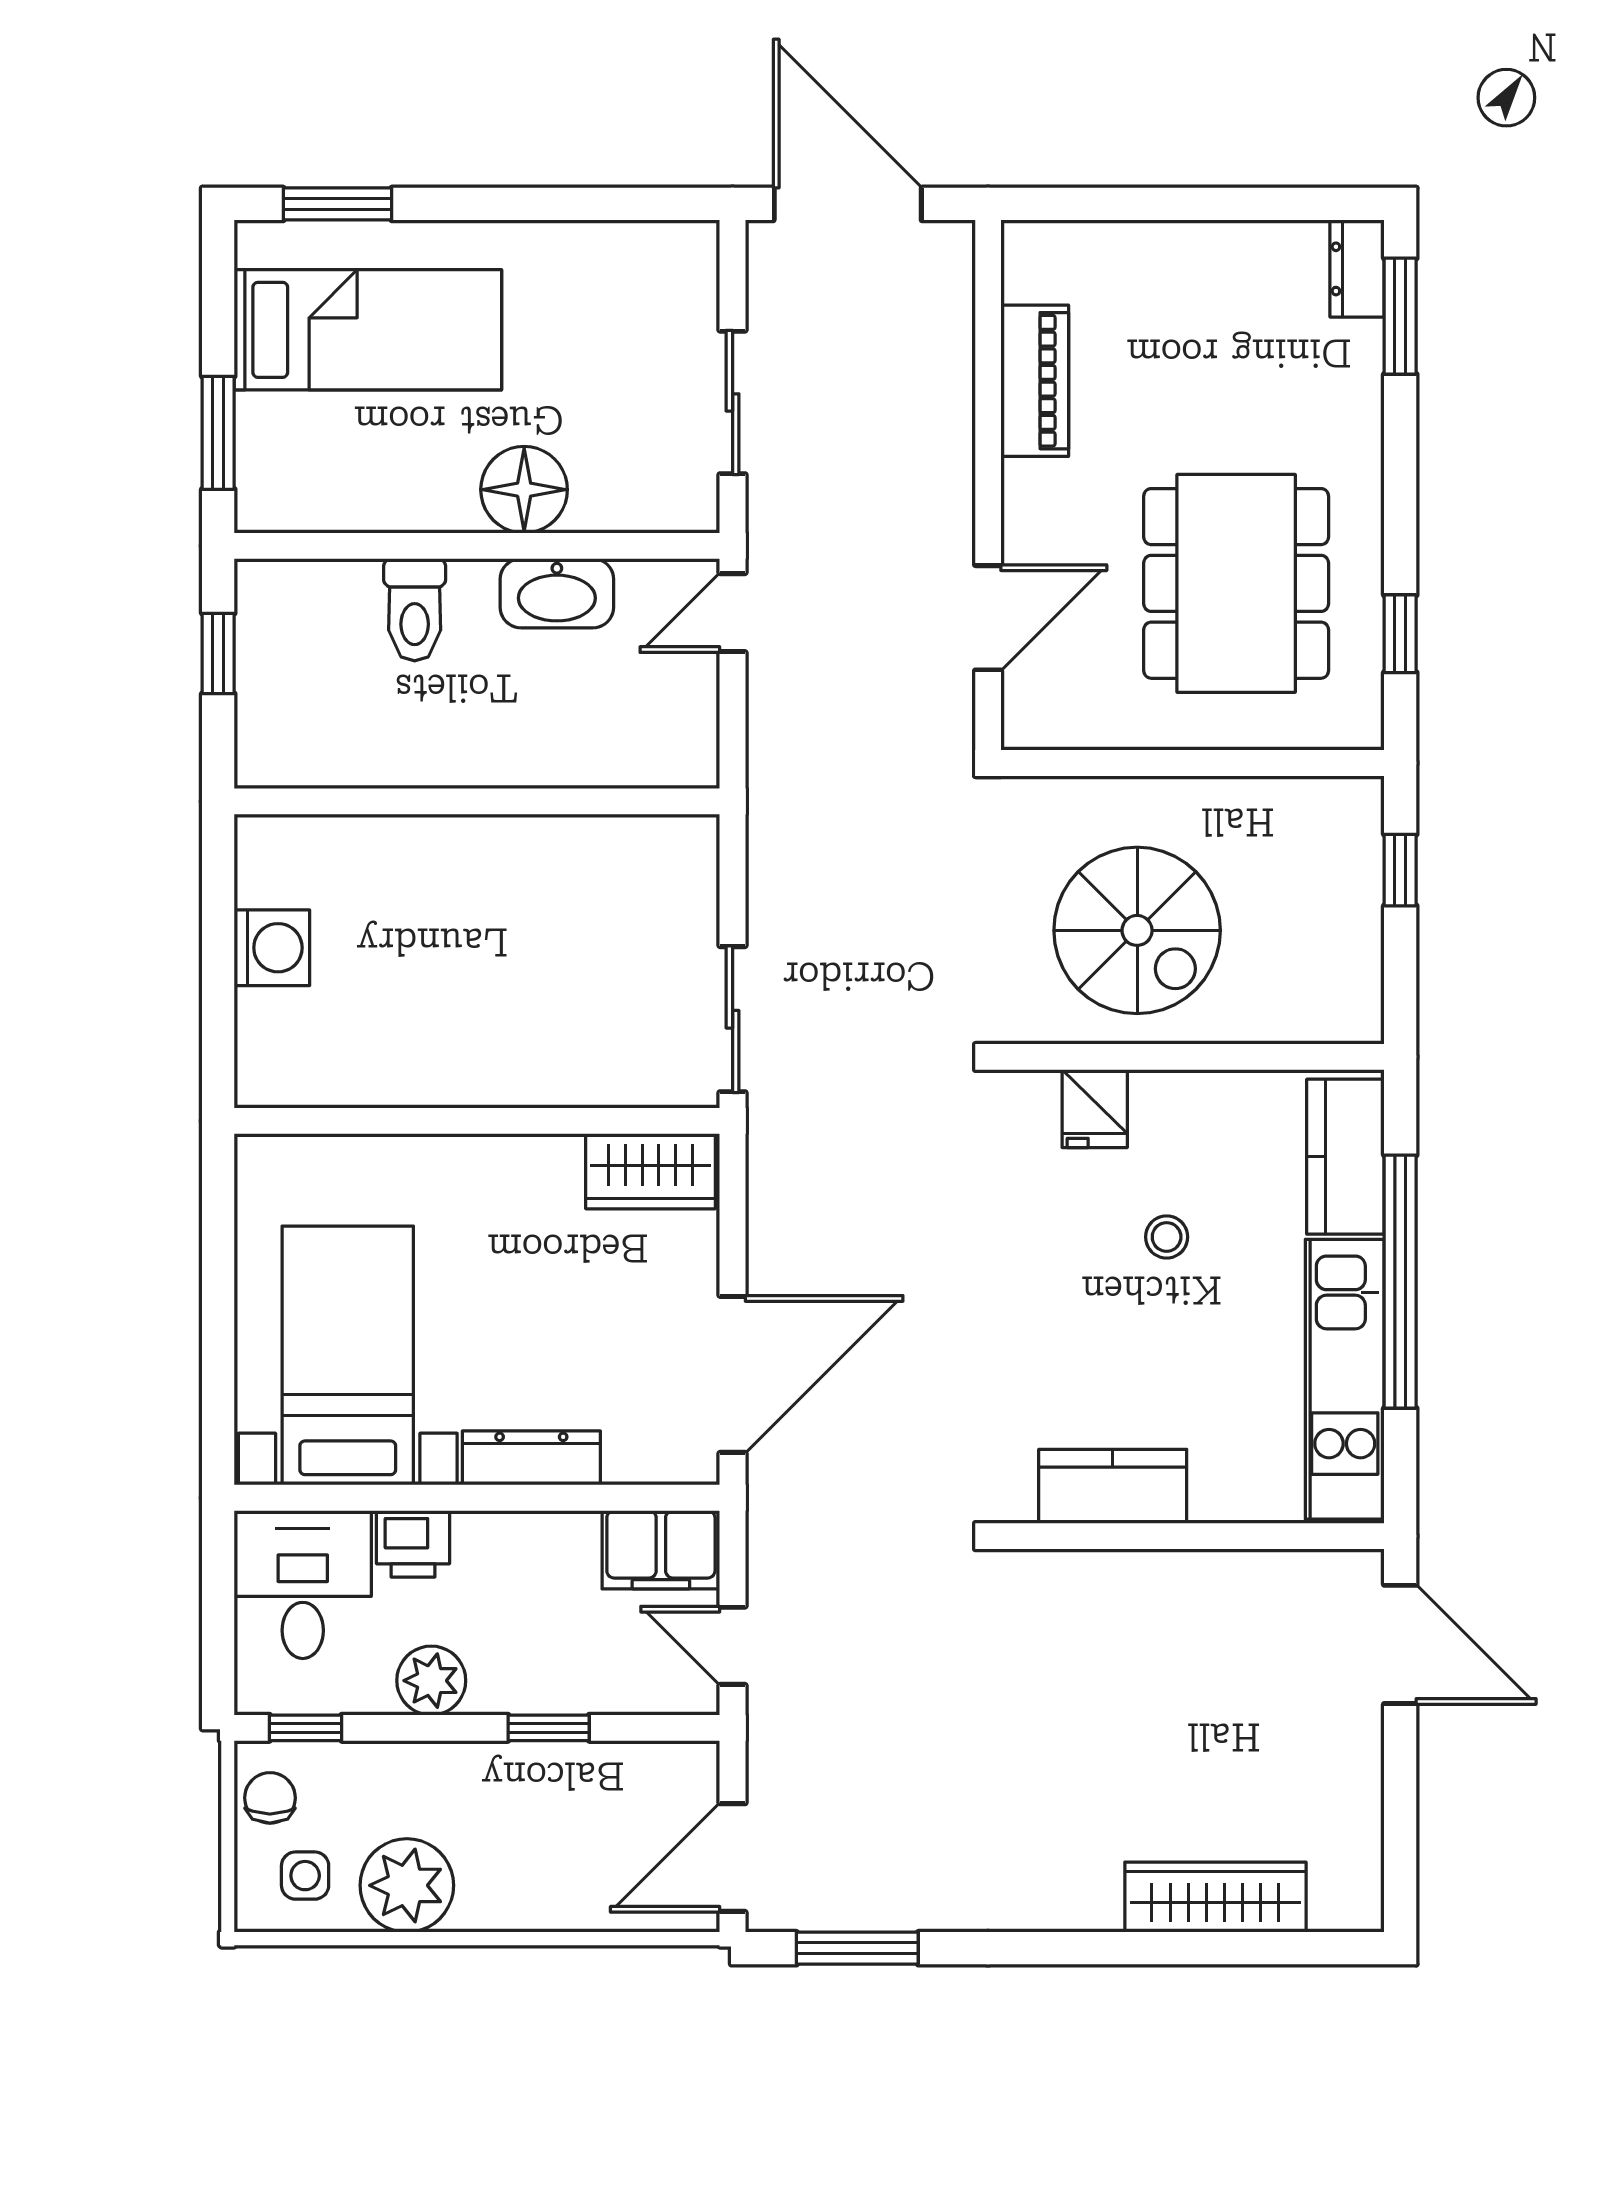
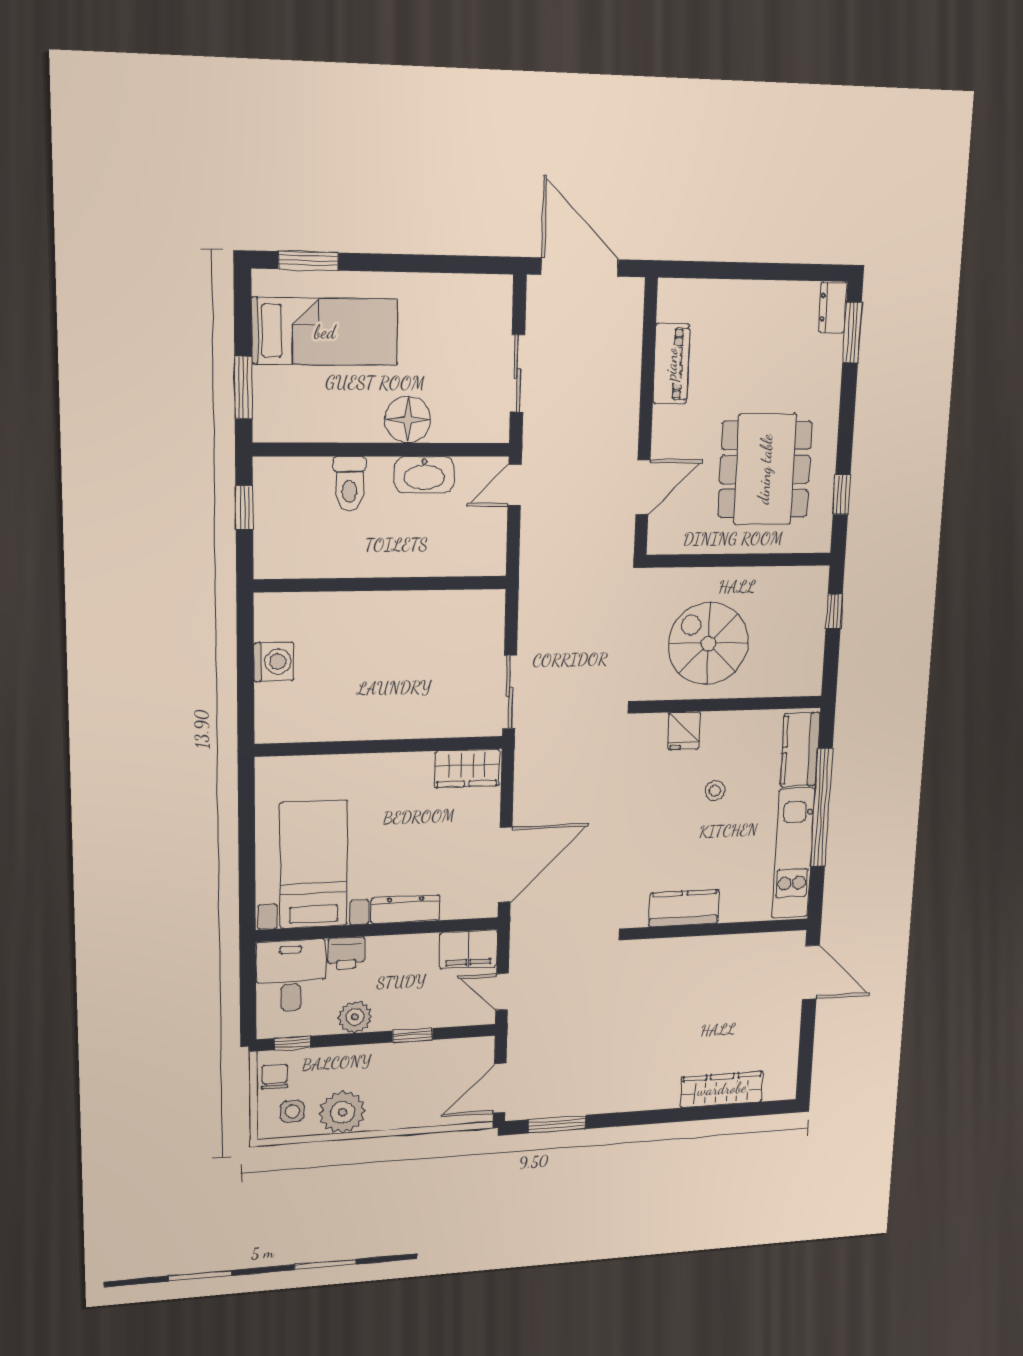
spiral stairs: (1137, 930) -> (708, 644), turned 180

